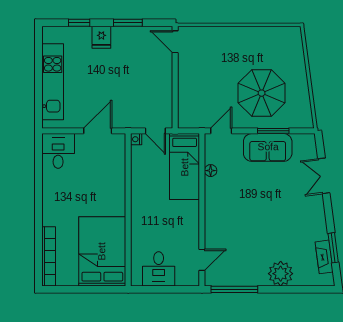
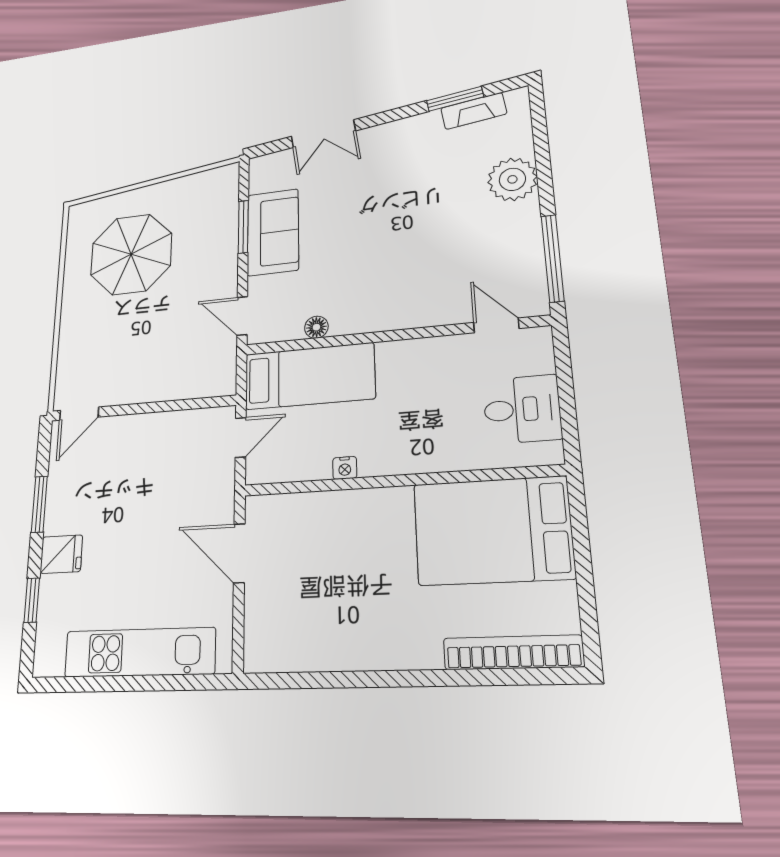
parasol: (262, 93) -> (131, 254), moved
nightstand: (136, 139) -> (345, 468), moved
desk: (58, 151) -> (279, 637), removed

